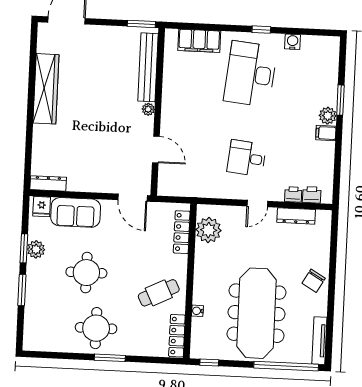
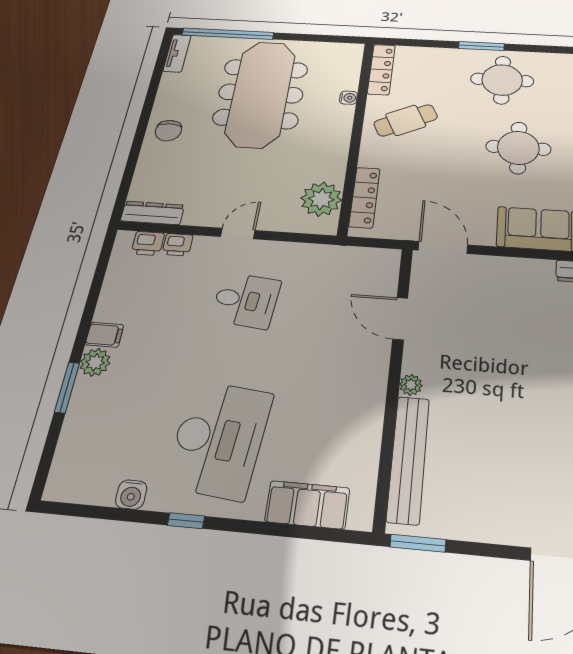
dresser: (296, 216) -> (152, 213), moved
chair: (314, 281) -> (168, 131), turned 150
tv unit: (319, 341) -> (177, 53), width x0.71
window: (209, 362) -> (337, 39), removed

